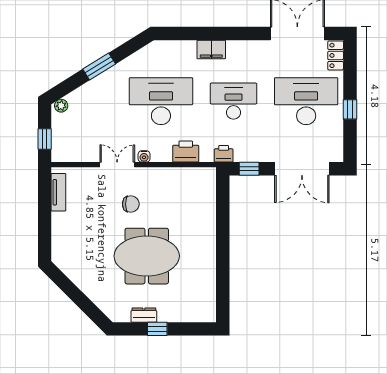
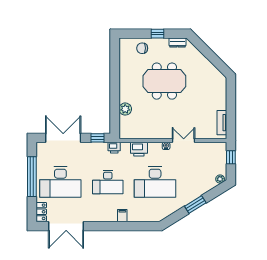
filing cabinet: (211, 50) -> (122, 216), width x0.50
window: (350, 109) -> (32, 177), width x3.17
double door: (117, 165) -> (184, 141), swing flipped
chair: (131, 204) -> (142, 48), moved
plant: (207, 213) -> (125, 109), added
dresser: (144, 315) -> (177, 43), moved

